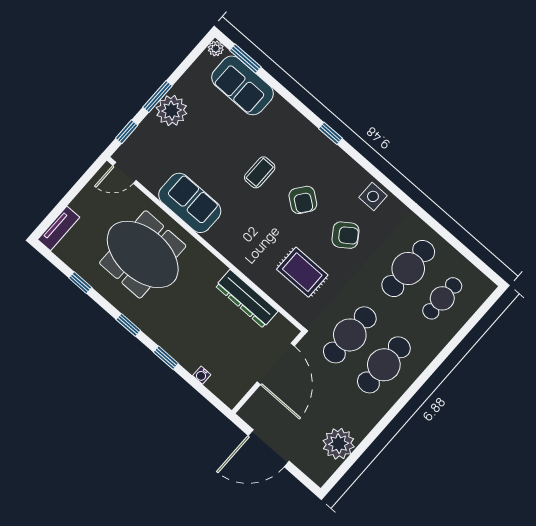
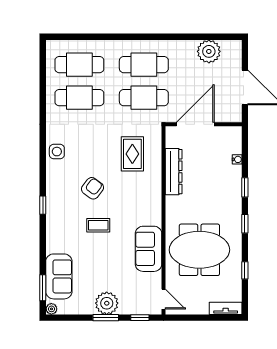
armchair: (345, 235) -> (91, 148), removed
meeting table: (143, 254) -> (199, 250), turned 90
cafe table: (442, 298) -> (79, 65), width x1.37, depth x1.35

